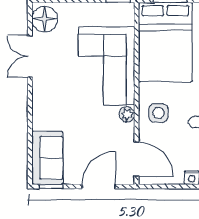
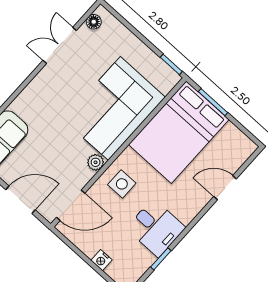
floor lamp: (45, 19) -> (94, 22), width x0.53, depth x0.53
door: (137, 159) -> (71, 205), hinge flipped

